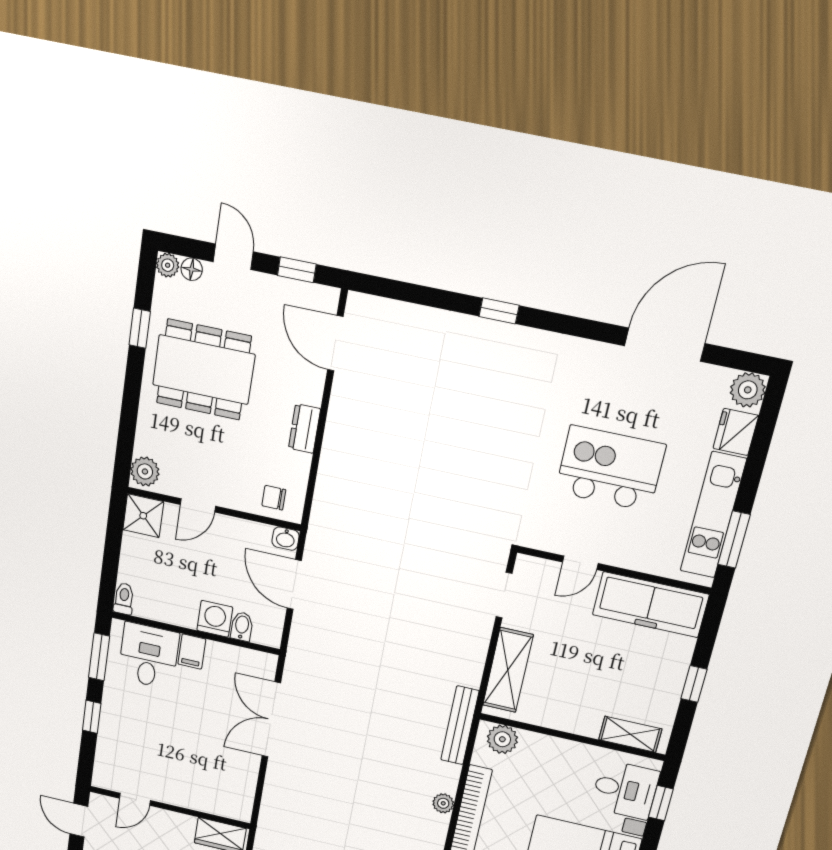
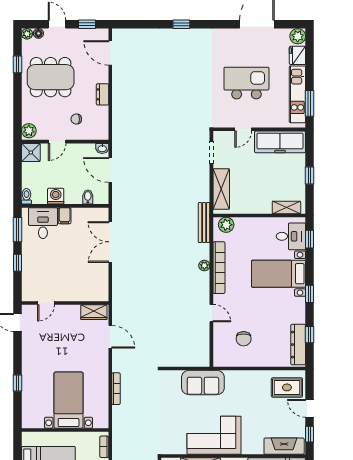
chair: (274, 498) -> (76, 119), moved
washing machine: (215, 619) -> (56, 196), moved

